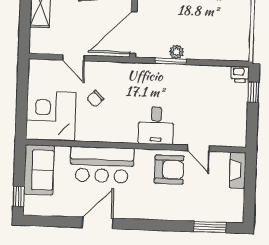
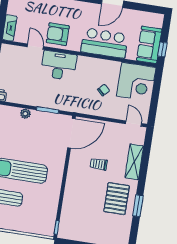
plant: (177, 52) -> (25, 114), moved
door: (73, 58) -> (134, 124), moved
desk: (156, 125) -> (59, 65), width x1.37
window: (18, 196) -> (162, 49), moved

